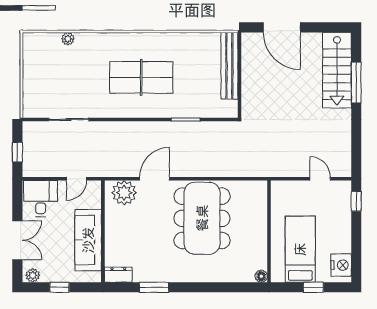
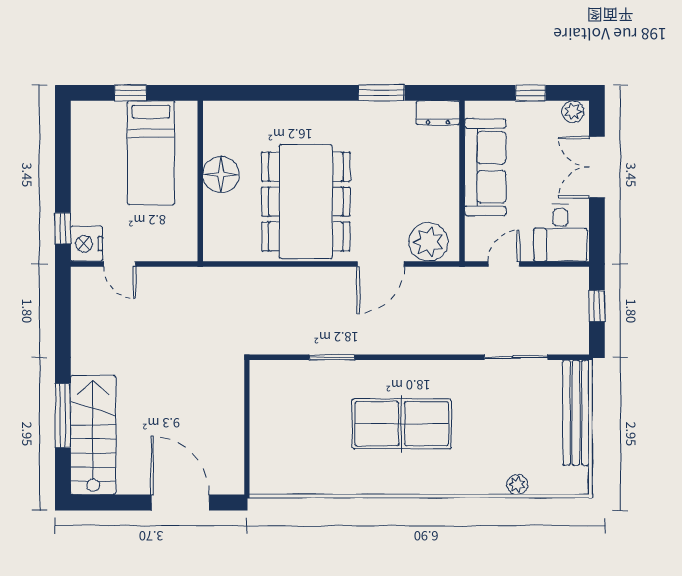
bench: (229, 66) -> (576, 413), moved
nightstand: (341, 265) -> (87, 244), moved
floor lamp: (261, 276) -> (221, 175), moved, width x1.89, depth x1.89

